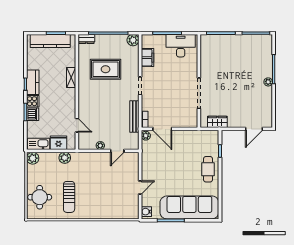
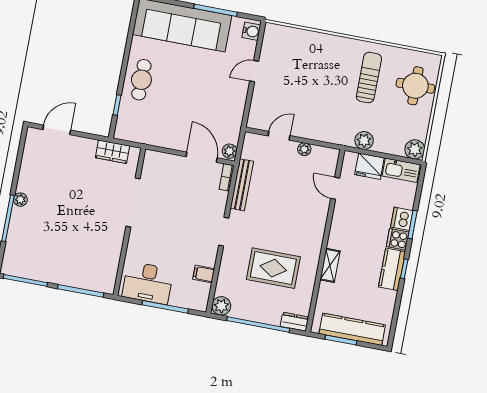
filing cabinet: (147, 58) -> (204, 274), width x0.50

